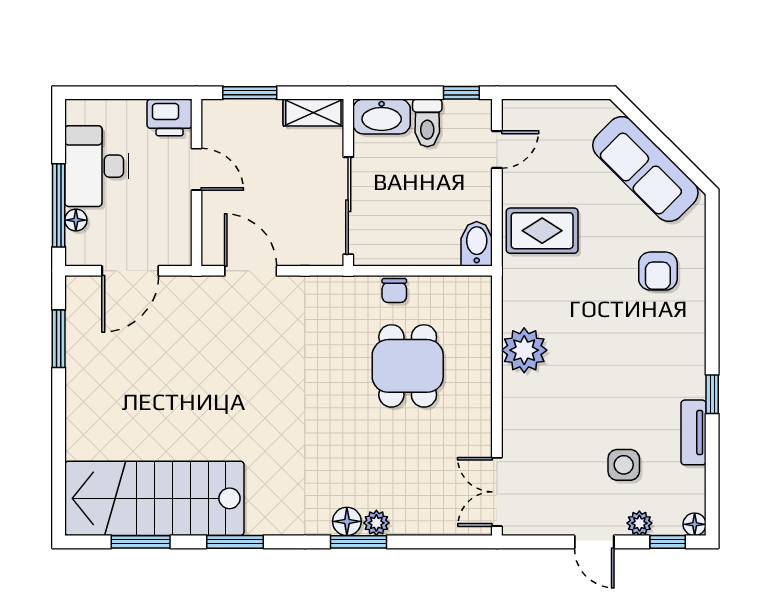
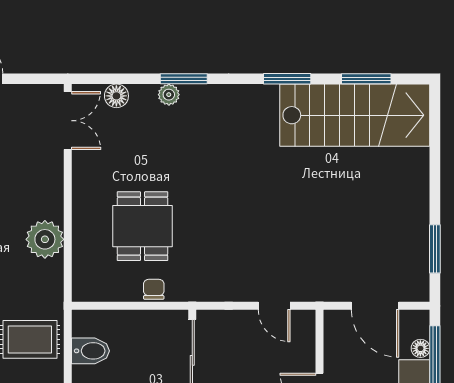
bidet: (477, 244) -> (90, 351), moved, turned -90
door: (130, 271) -> (375, 306), swing flipped
door: (251, 271) -> (274, 306), width x0.73
floor lamp: (347, 521) -> (116, 96), moved

